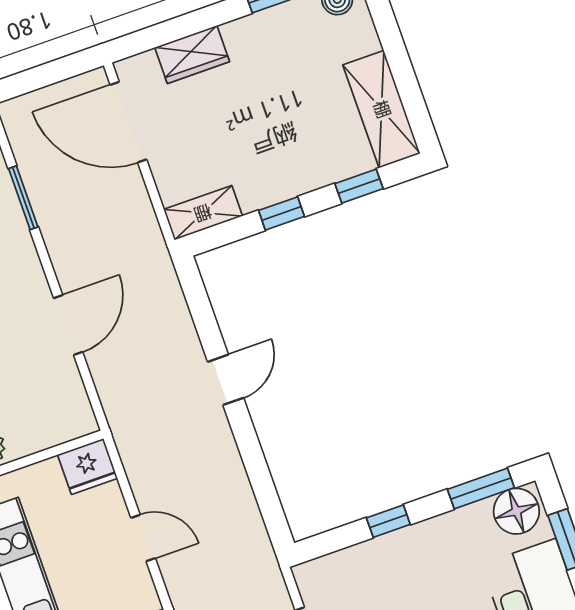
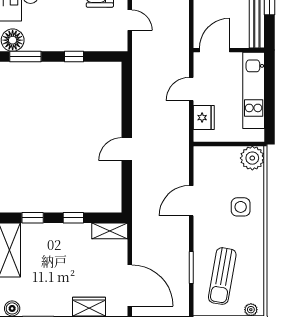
fridge: (88, 467) -> (204, 118), moved, turned 90
door: (143, 538) -> (191, 89), hinge flipped

